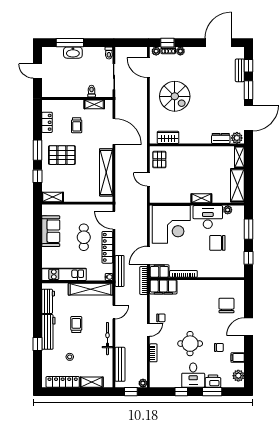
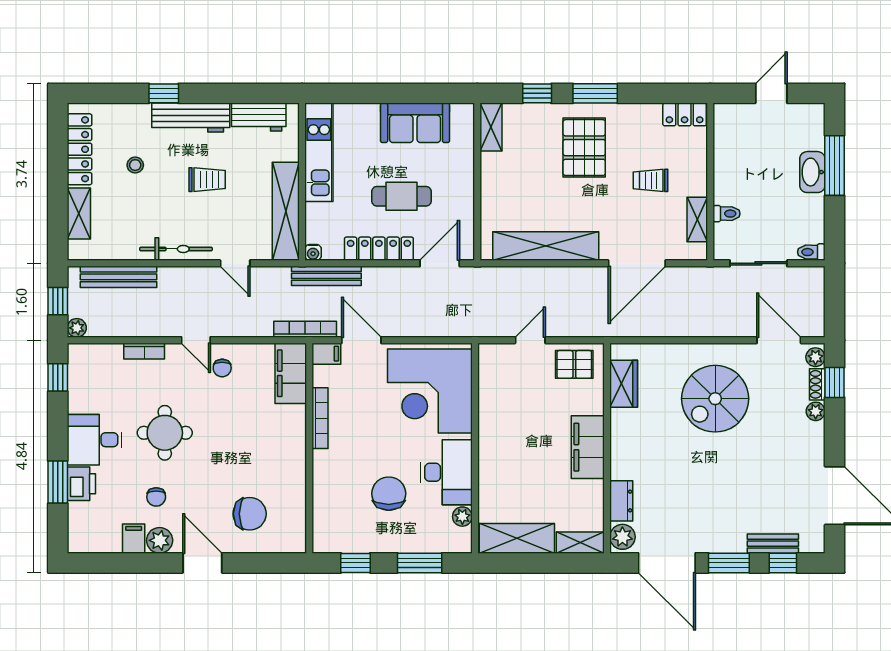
door: (148, 68) -> (779, 340), hinge flipped
locker: (47, 122) -> (685, 114), moved
filing cabinet: (197, 154) -> (588, 447), added
shelving: (201, 198) -> (488, 458), removed
filing cabinet: (159, 271) -> (326, 354), width x0.50
plant: (238, 376) -> (160, 540), moved
window: (181, 392) -> (58, 377), moved

